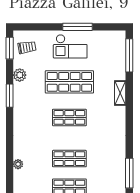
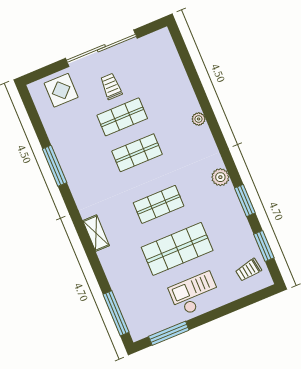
window: (77, 27) -> (169, 333), moved
window: (10, 48) -> (264, 246), moved
plant: (20, 75) -> (220, 177), moved
shelving: (120, 93) -> (96, 233), moved

